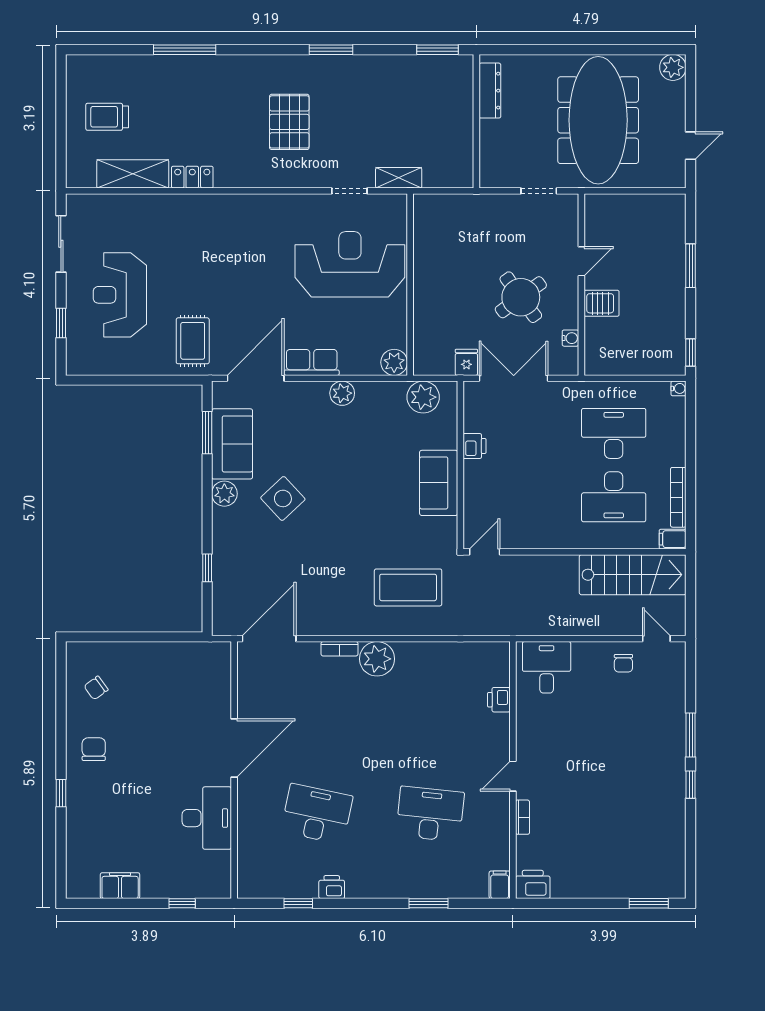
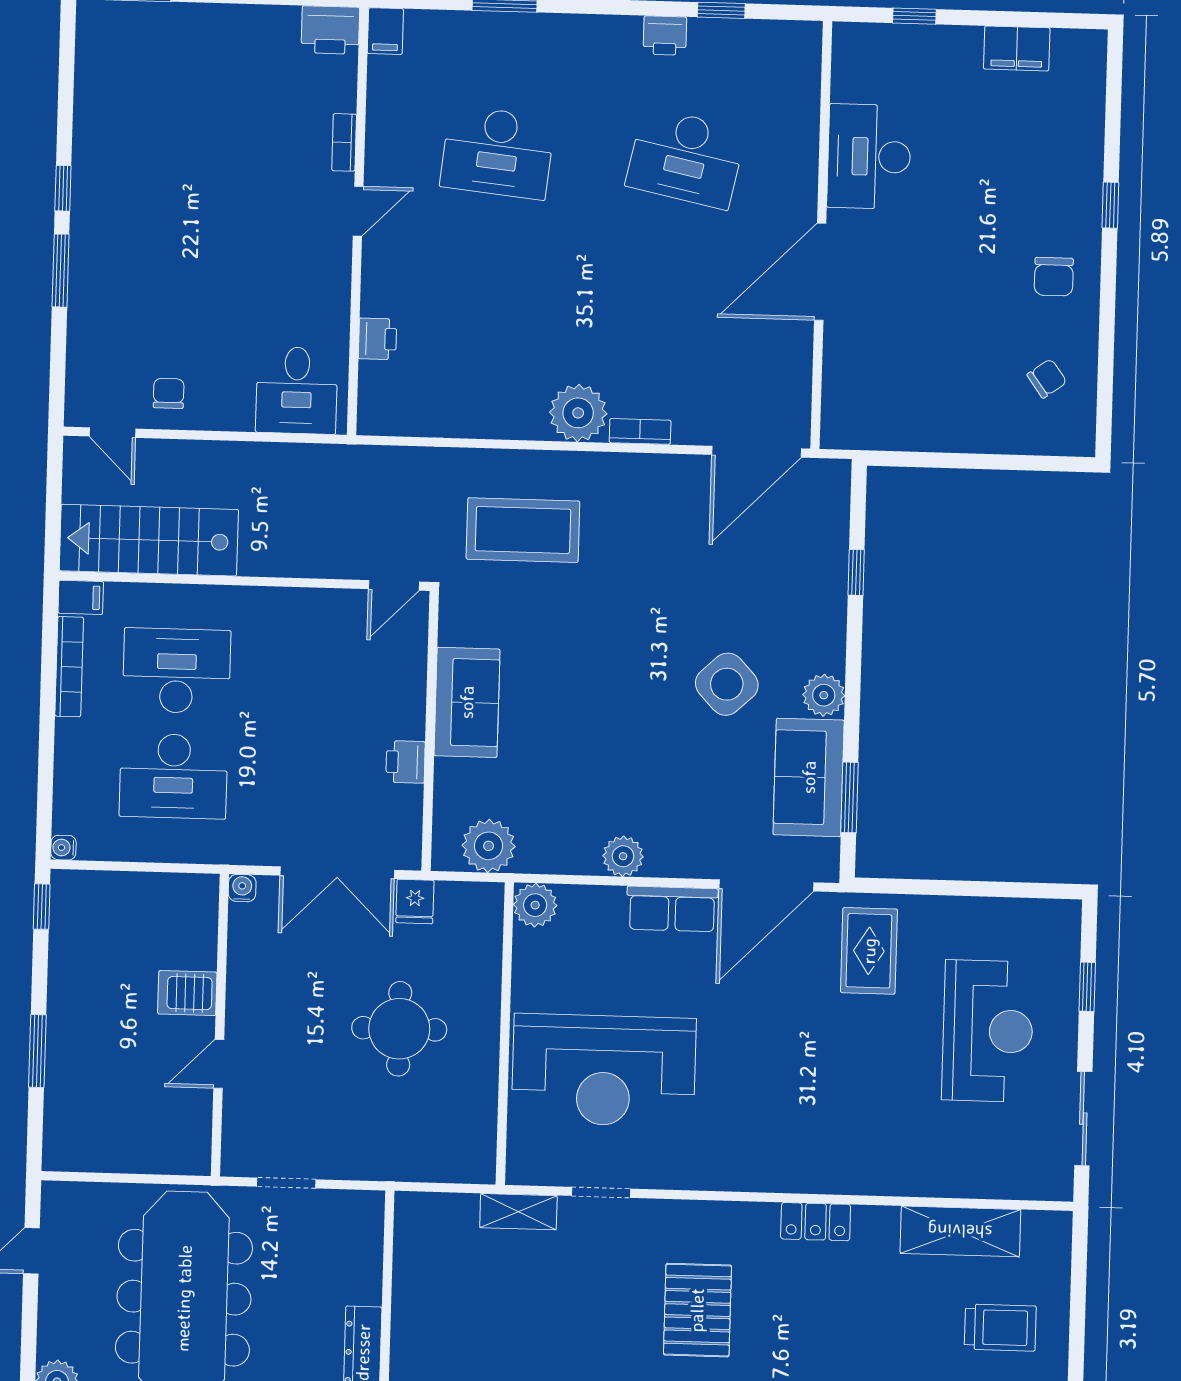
locker: (192, 177) -> (816, 1222), moved
round table: (521, 297) -> (399, 1029), moved, turned 36
water cooler: (570, 338) -> (242, 888), moved, turned 90

